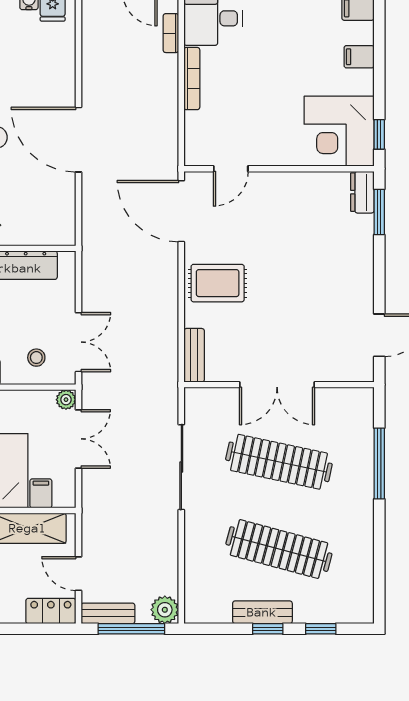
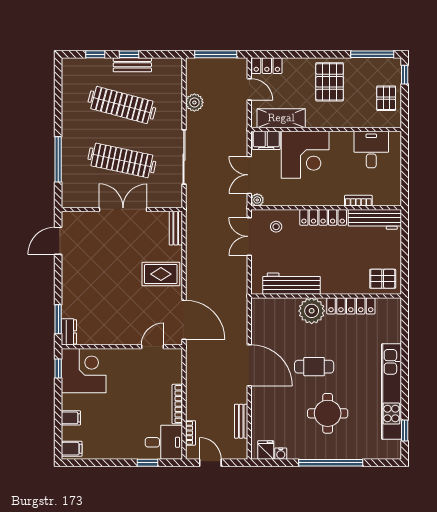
filing cabinet: (41, 493) -> (266, 140), width x2.00
plant: (165, 610) -> (194, 102), moved
bench: (108, 613) -> (241, 421), moved, turned 90

